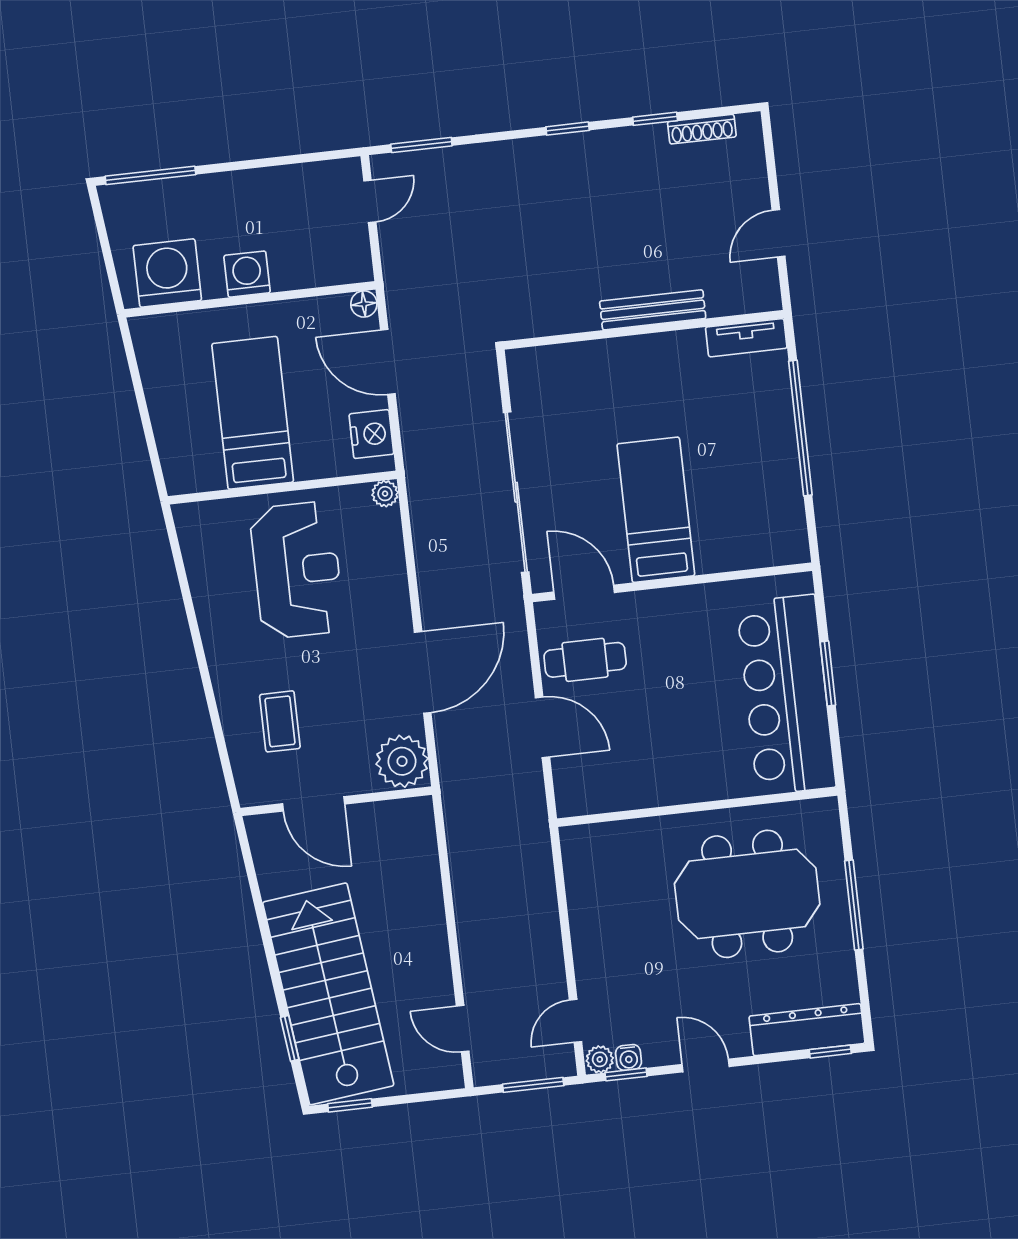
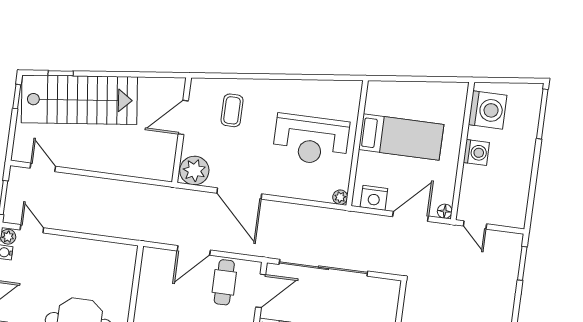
door: (370, 201) -> (475, 225), moved
coffee table: (280, 721) -> (232, 110), turned 90
door: (463, 1029) -> (43, 167), hinge flipped

